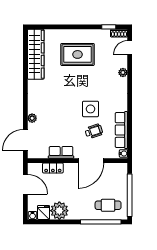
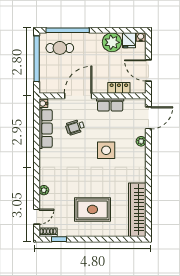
side table: (90, 109) -> (106, 150), moved

